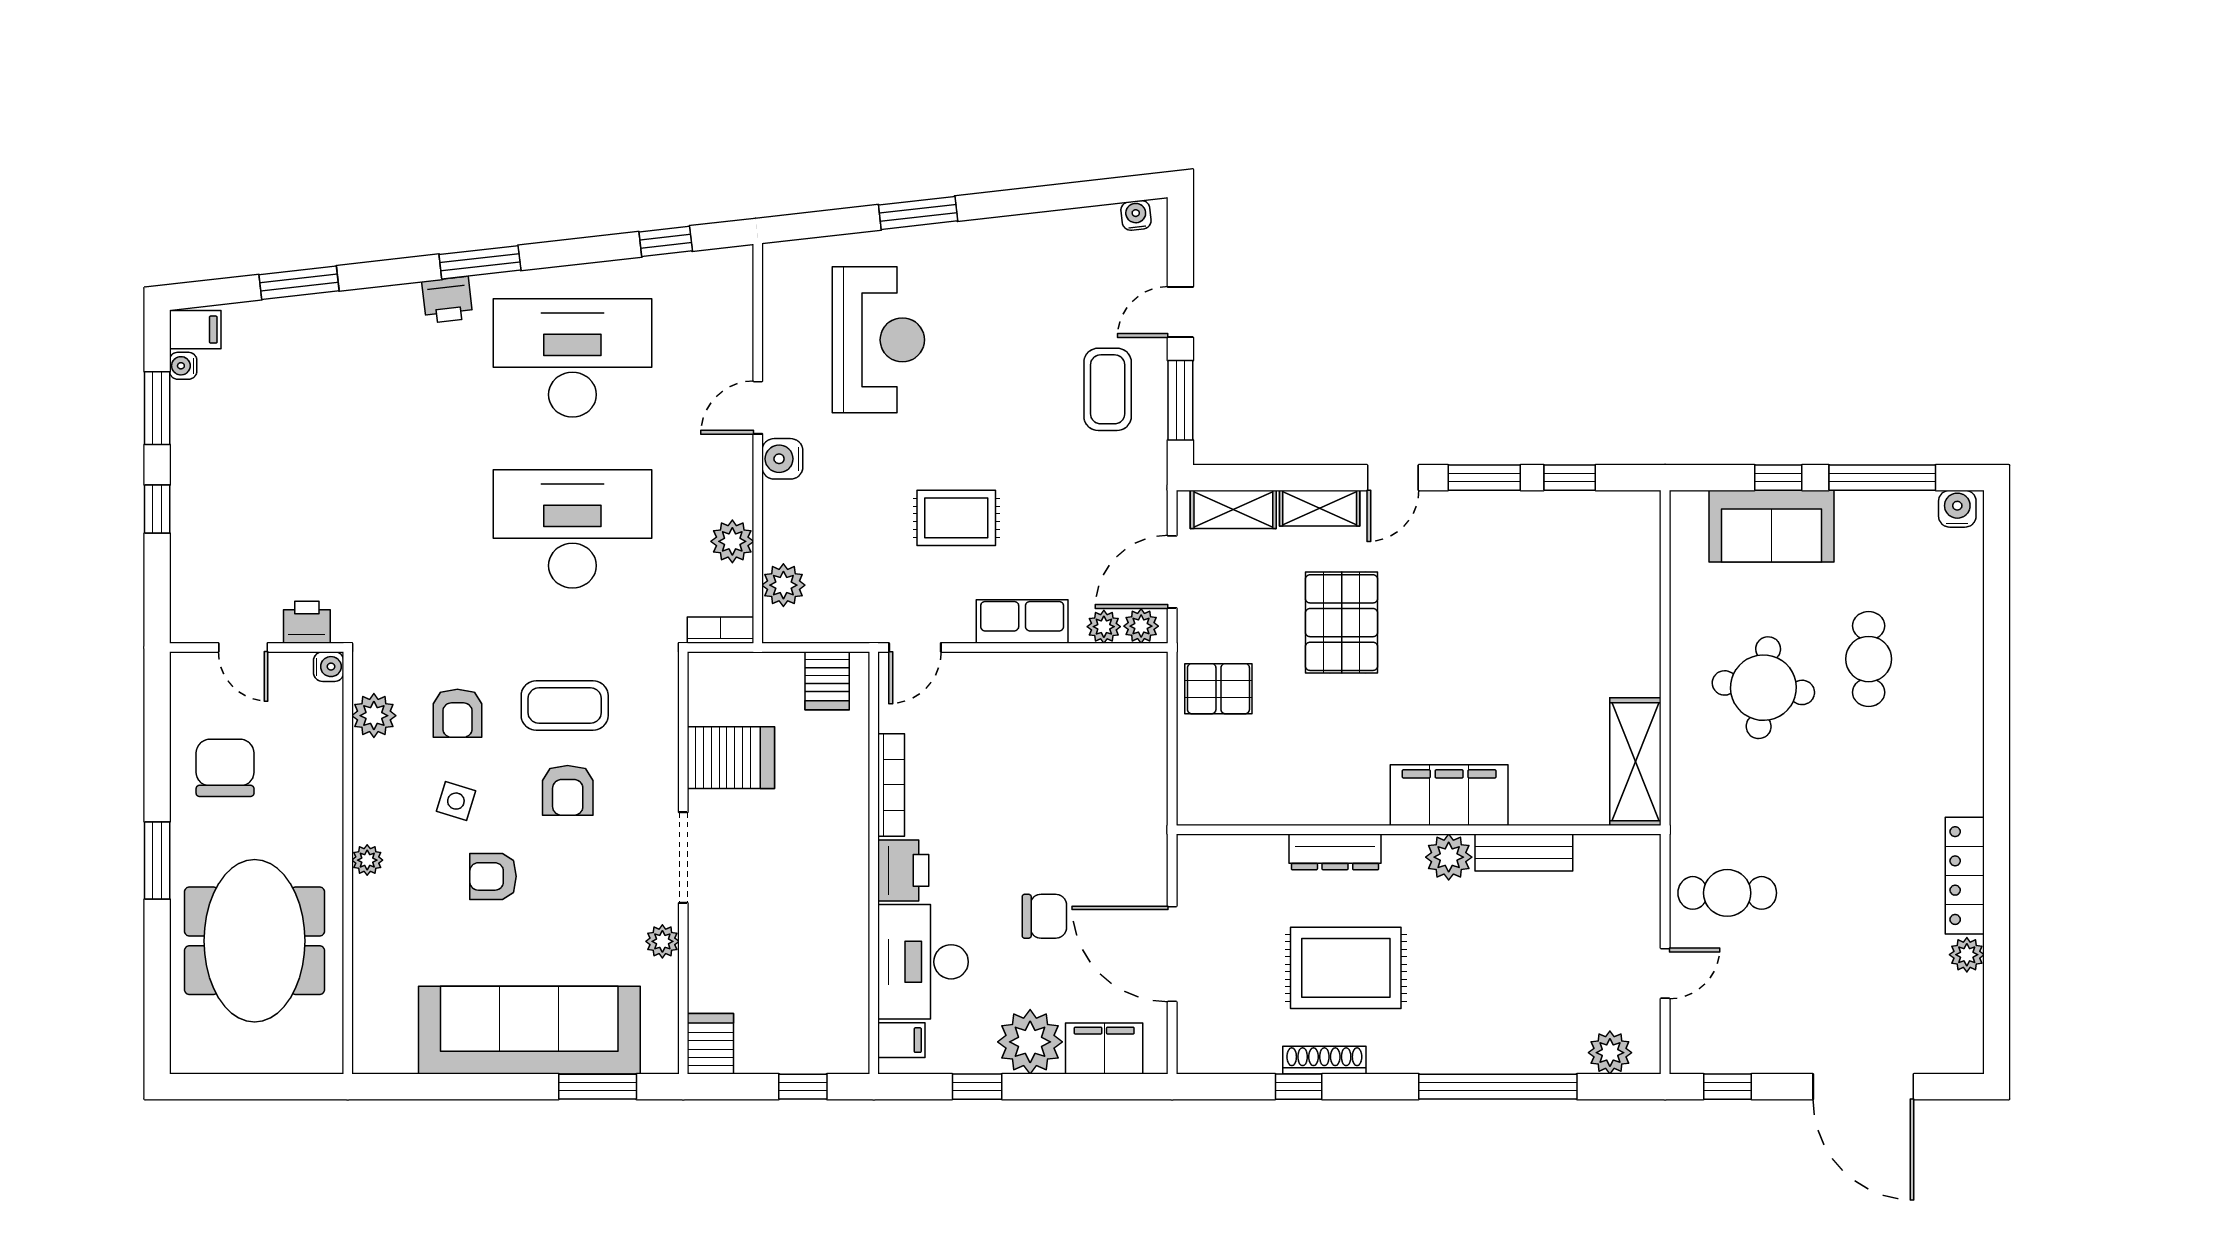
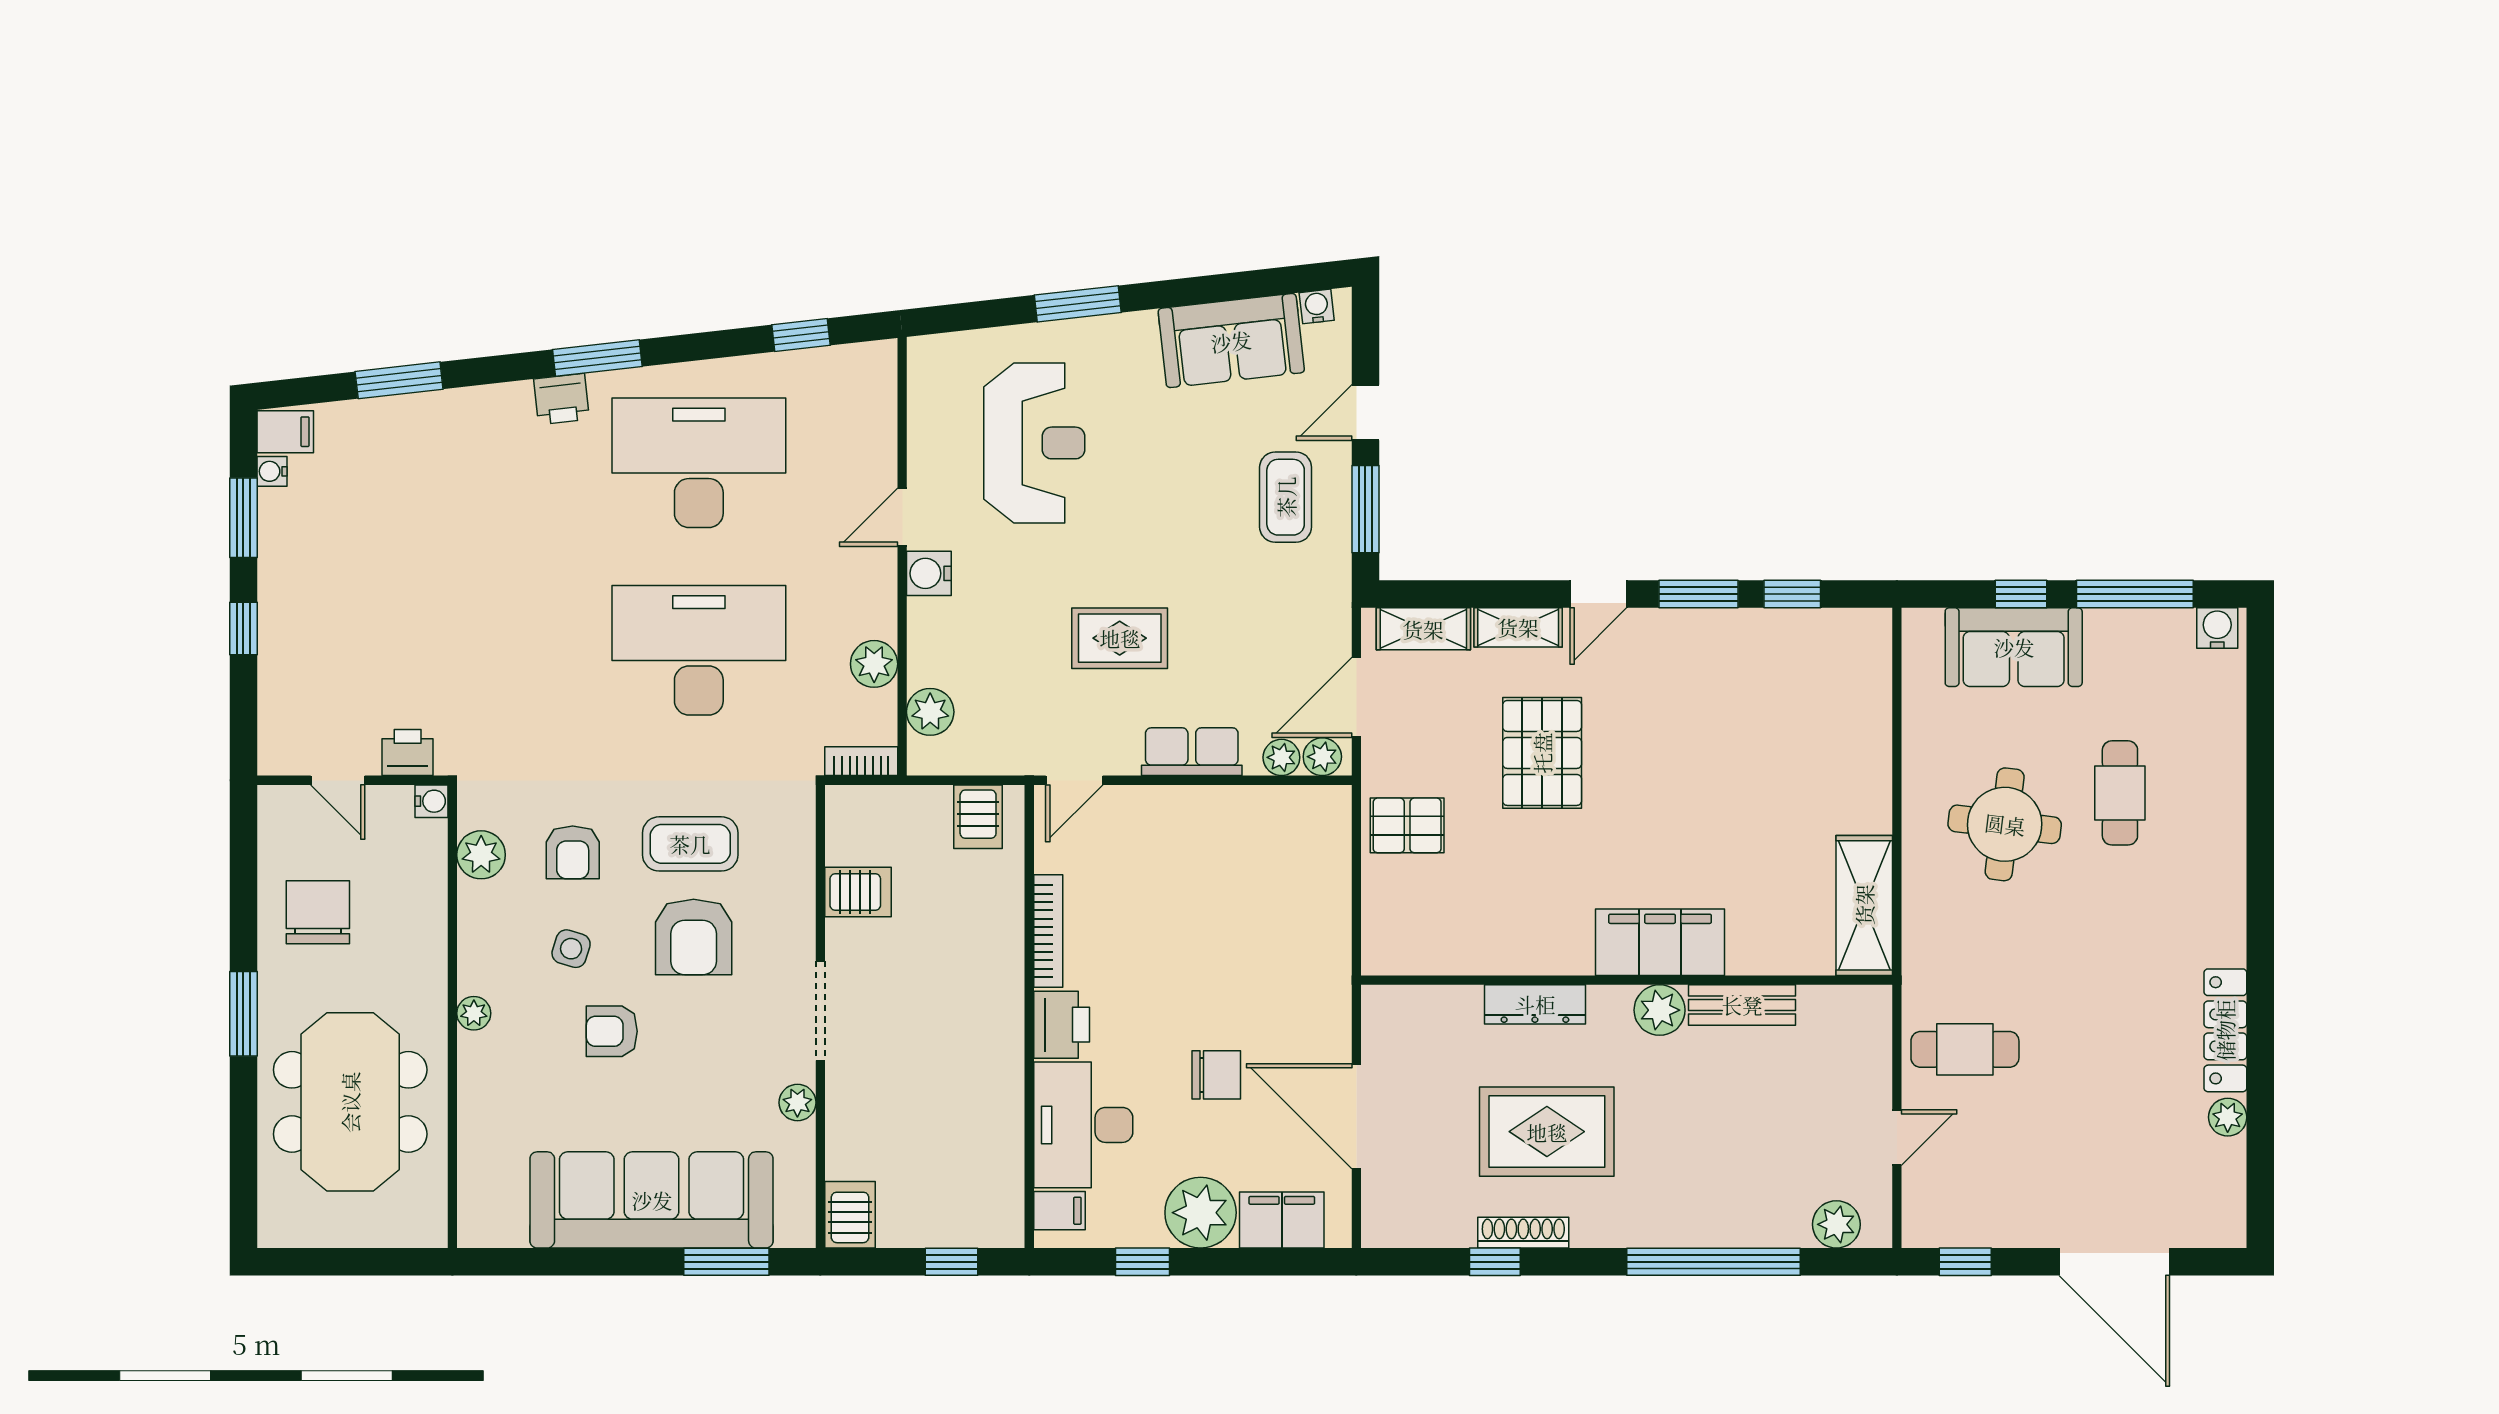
sofa: (1058, 246) -> (1231, 341), added
server rack: (731, 758) -> (858, 892), width x0.73, depth x0.70
armchair: (568, 790) -> (694, 937), width x1.38, depth x1.38

